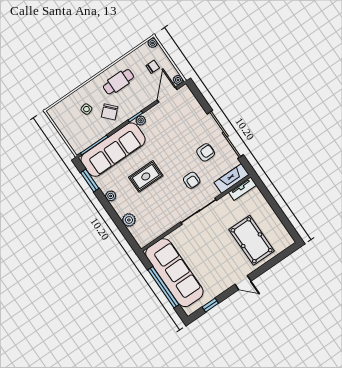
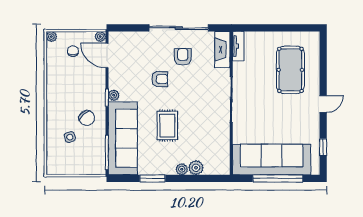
cafe table: (118, 82) -> (65, 91), removed
window: (90, 180) -> (153, 178), moved
armchair: (192, 180) -> (160, 79), moved
plant: (111, 196) -> (182, 169), moved
pool table: (252, 240) -> (290, 70), turned 90

